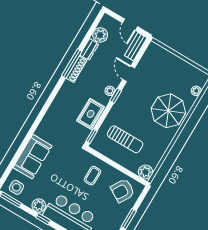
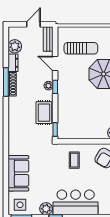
door: (130, 25) -> (33, 24), swing flipped
sun lounger: (125, 139) -> (81, 48), moved

